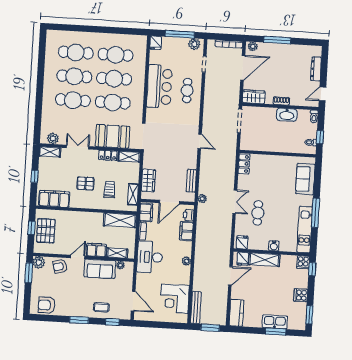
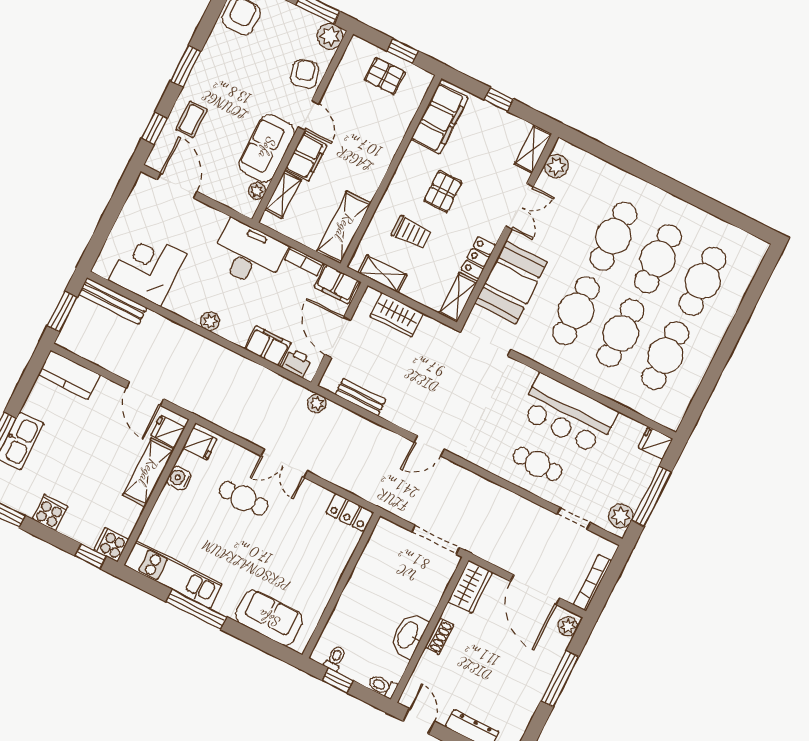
pallet: (46, 231) -> (385, 76), width x0.67, depth x0.71
water cooler: (274, 246) -> (179, 478), moved
door: (133, 301) -> (177, 186), swing flipped

